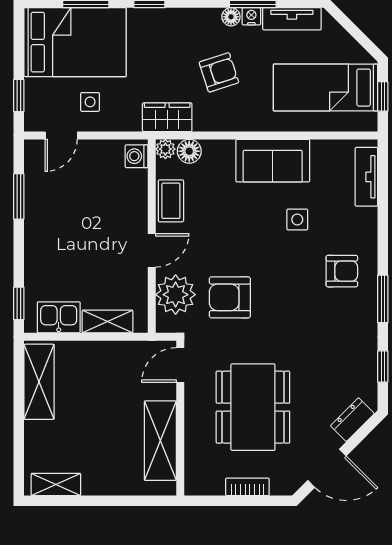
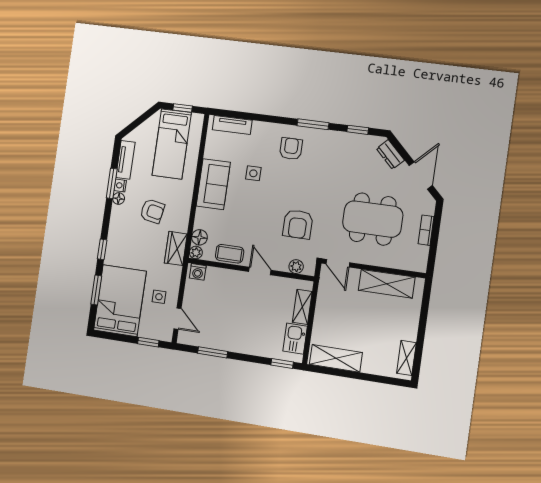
armchair: (219, 72) -> (152, 211), turned 119
plant: (176, 295) -> (296, 267), width x0.53, depth x0.53

